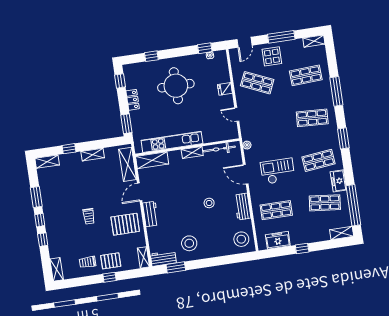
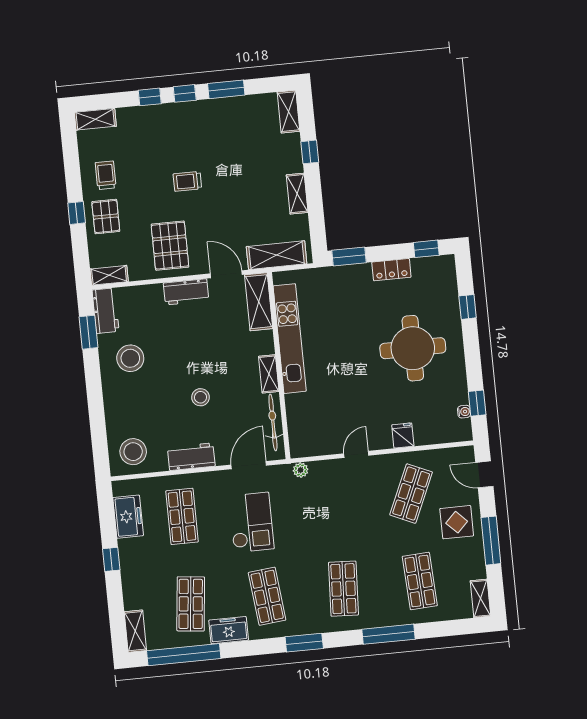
kitchen unit: (172, 142) -> (290, 339), moved
wall: (187, 147) -> (279, 366), moved
bicycle: (219, 149) -> (273, 422), moved
shelving: (192, 153) -> (269, 374), moved
shelving: (152, 160) -> (259, 302), moved

